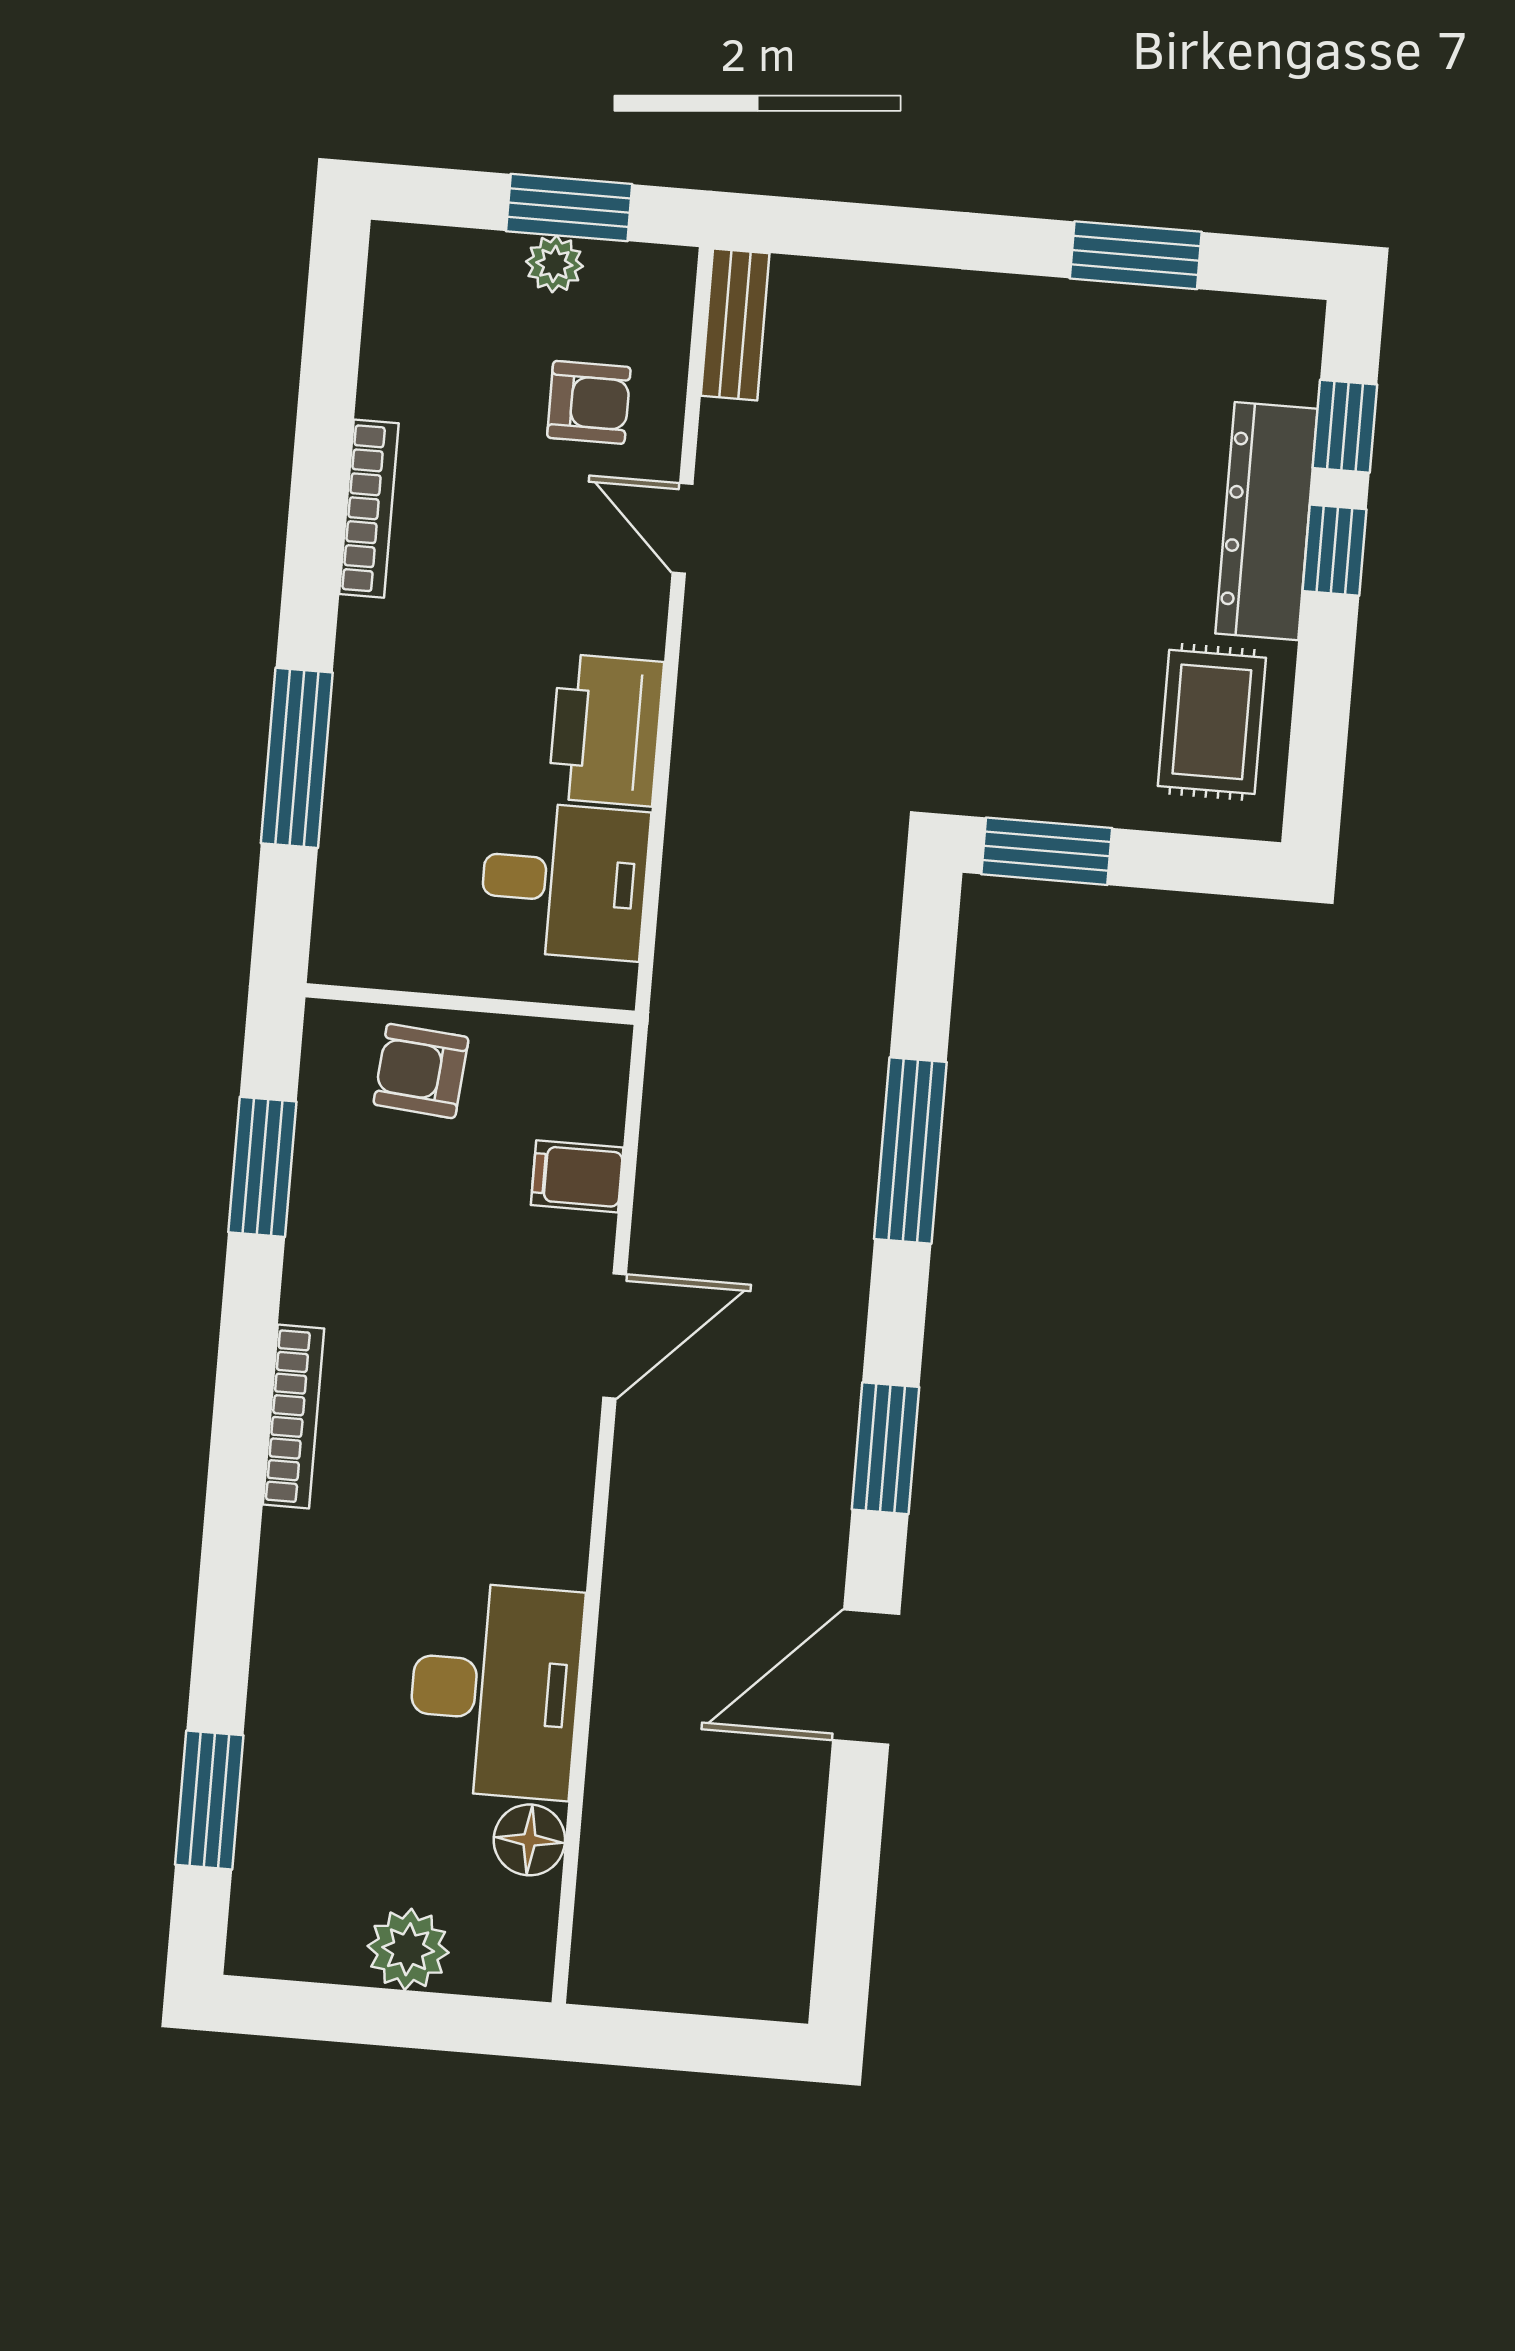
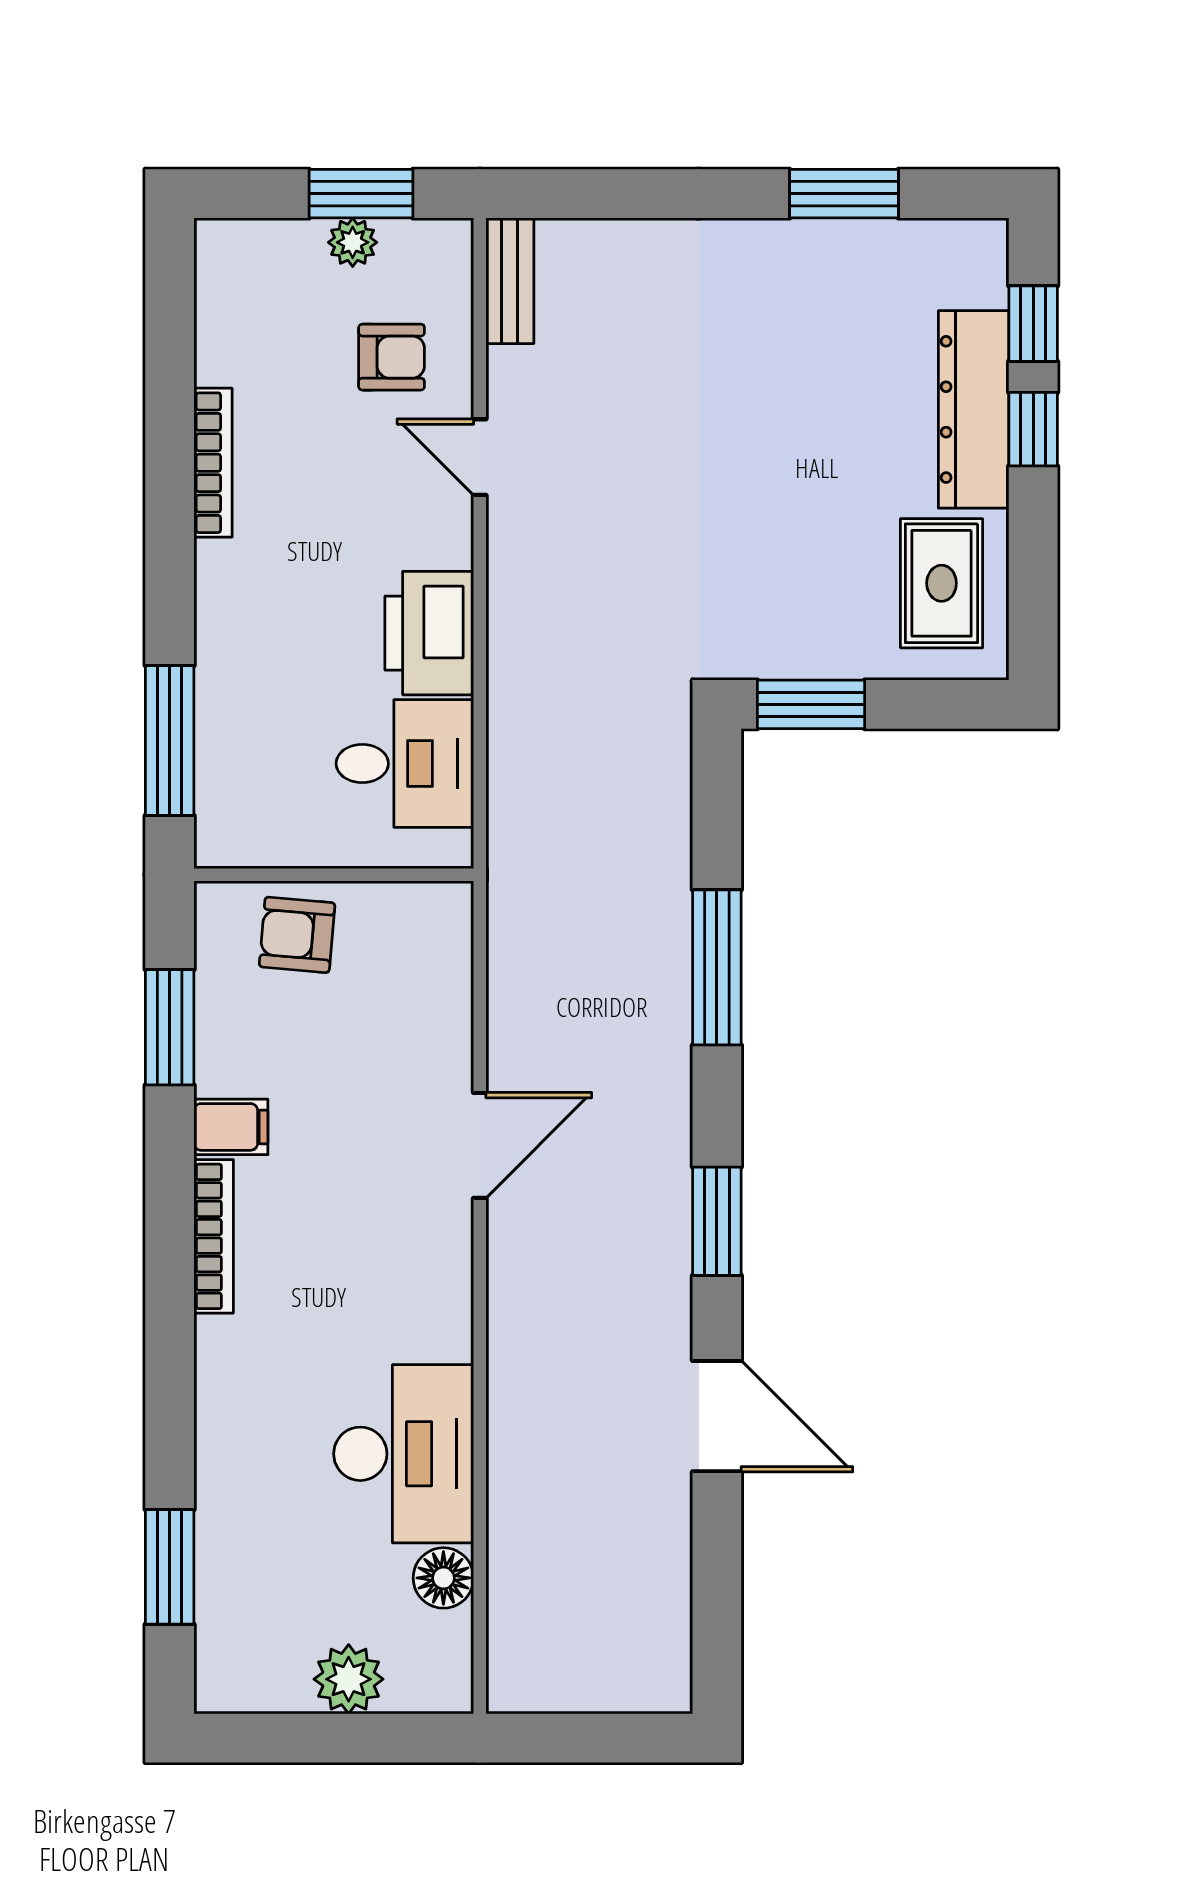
window: (297, 758) -> (170, 740), moved
filing cabinet: (577, 1176) -> (231, 1127), moved, turned 180
door: (866, 1677) -> (717, 1416), swing flipped

